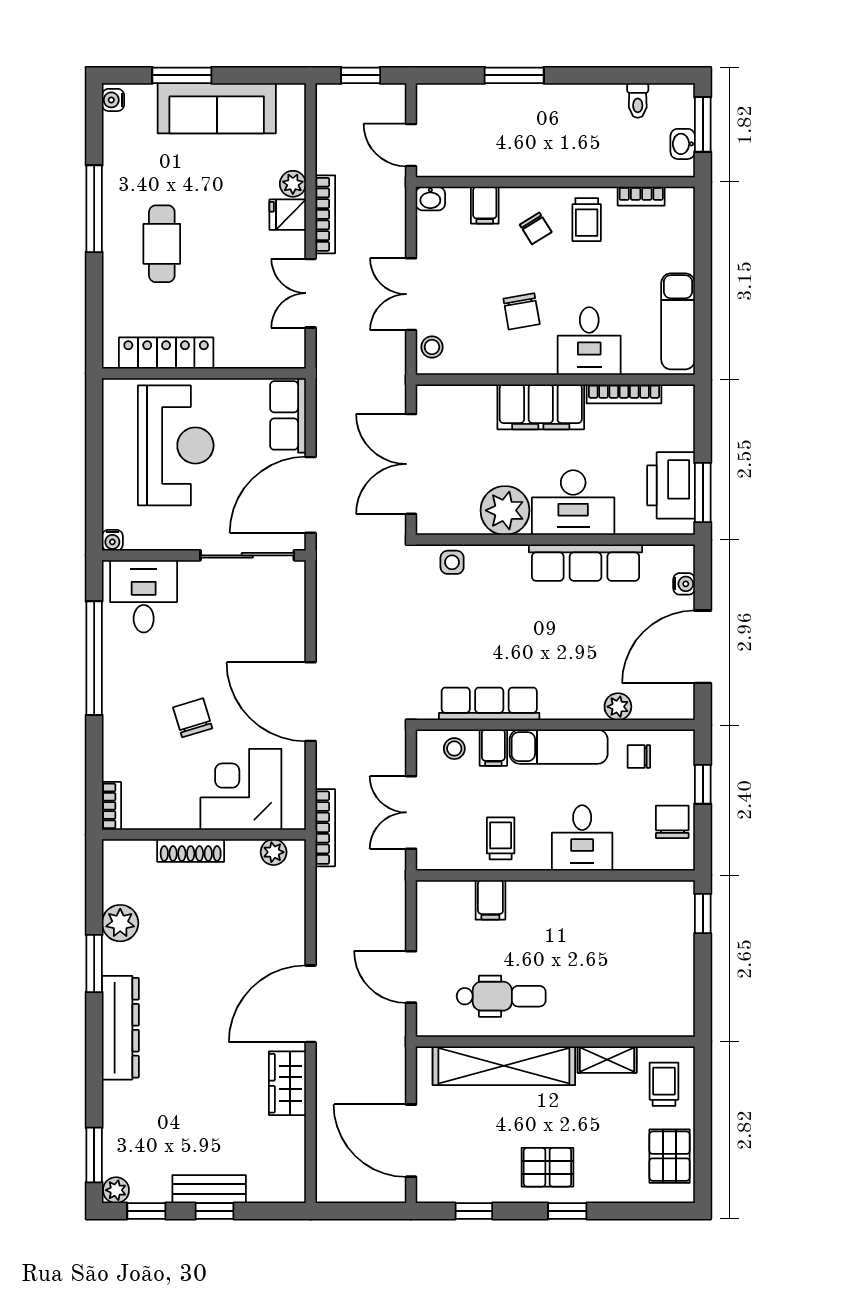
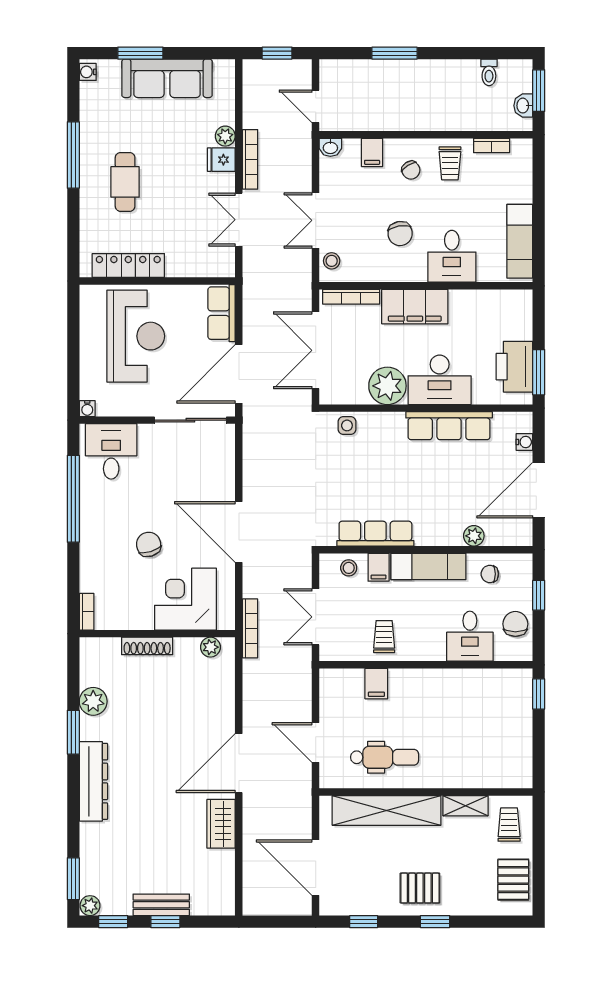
bookcase: (624, 394) -> (351, 297), moved
desk: (582, 838) -> (470, 636), moved

